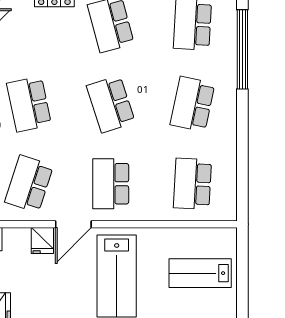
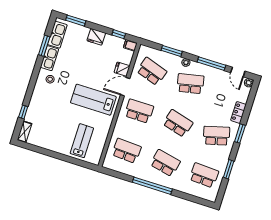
window: (242, 49) -> (152, 186), moved
school desk: (111, 104) -> (178, 123), turned 33
door: (73, 224) -> (125, 87), hinge flipped

